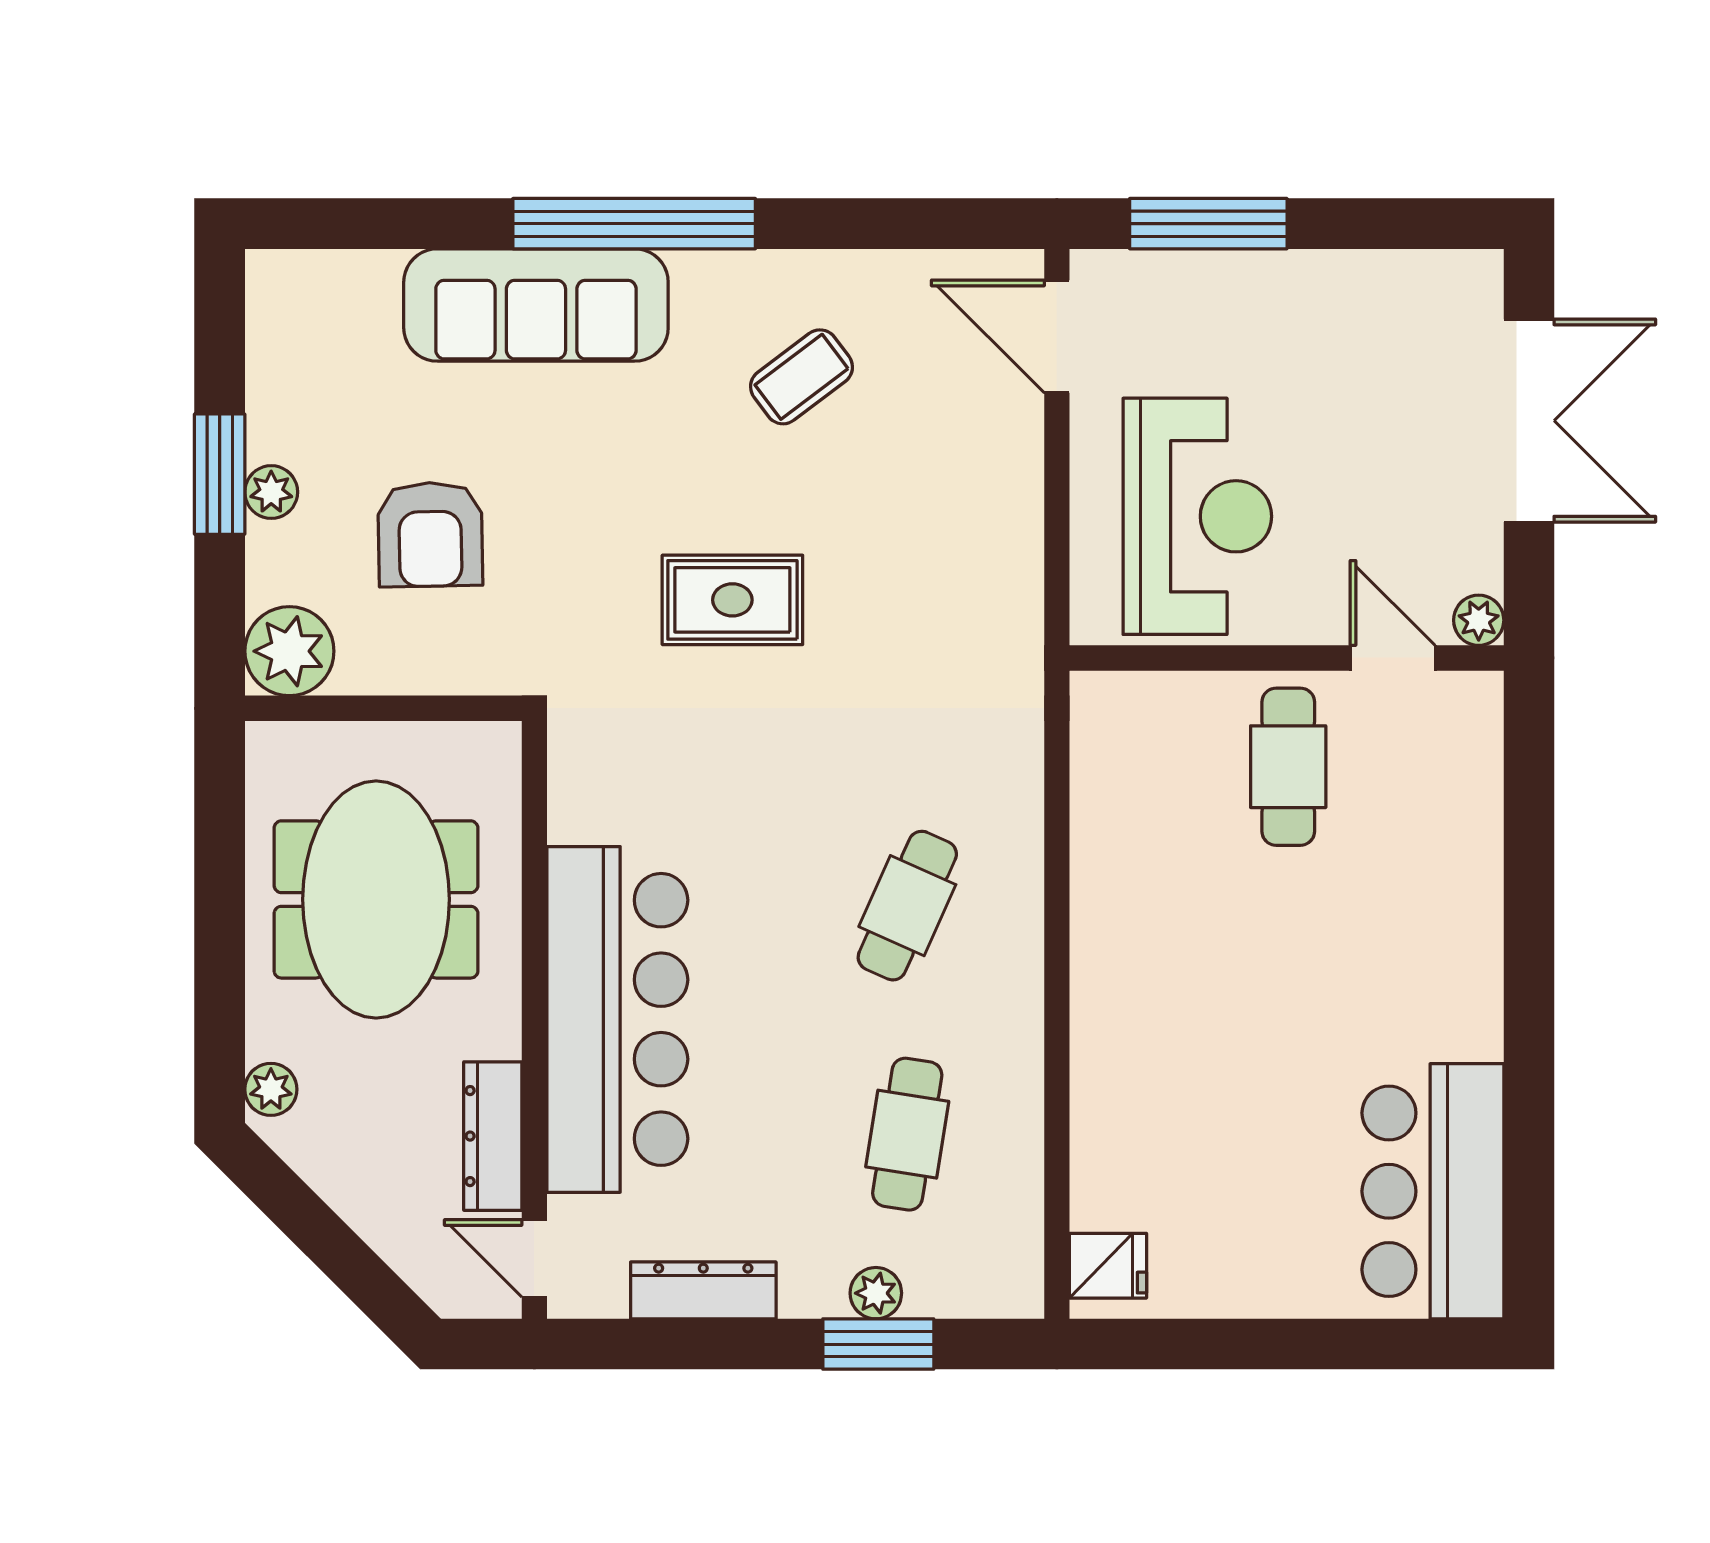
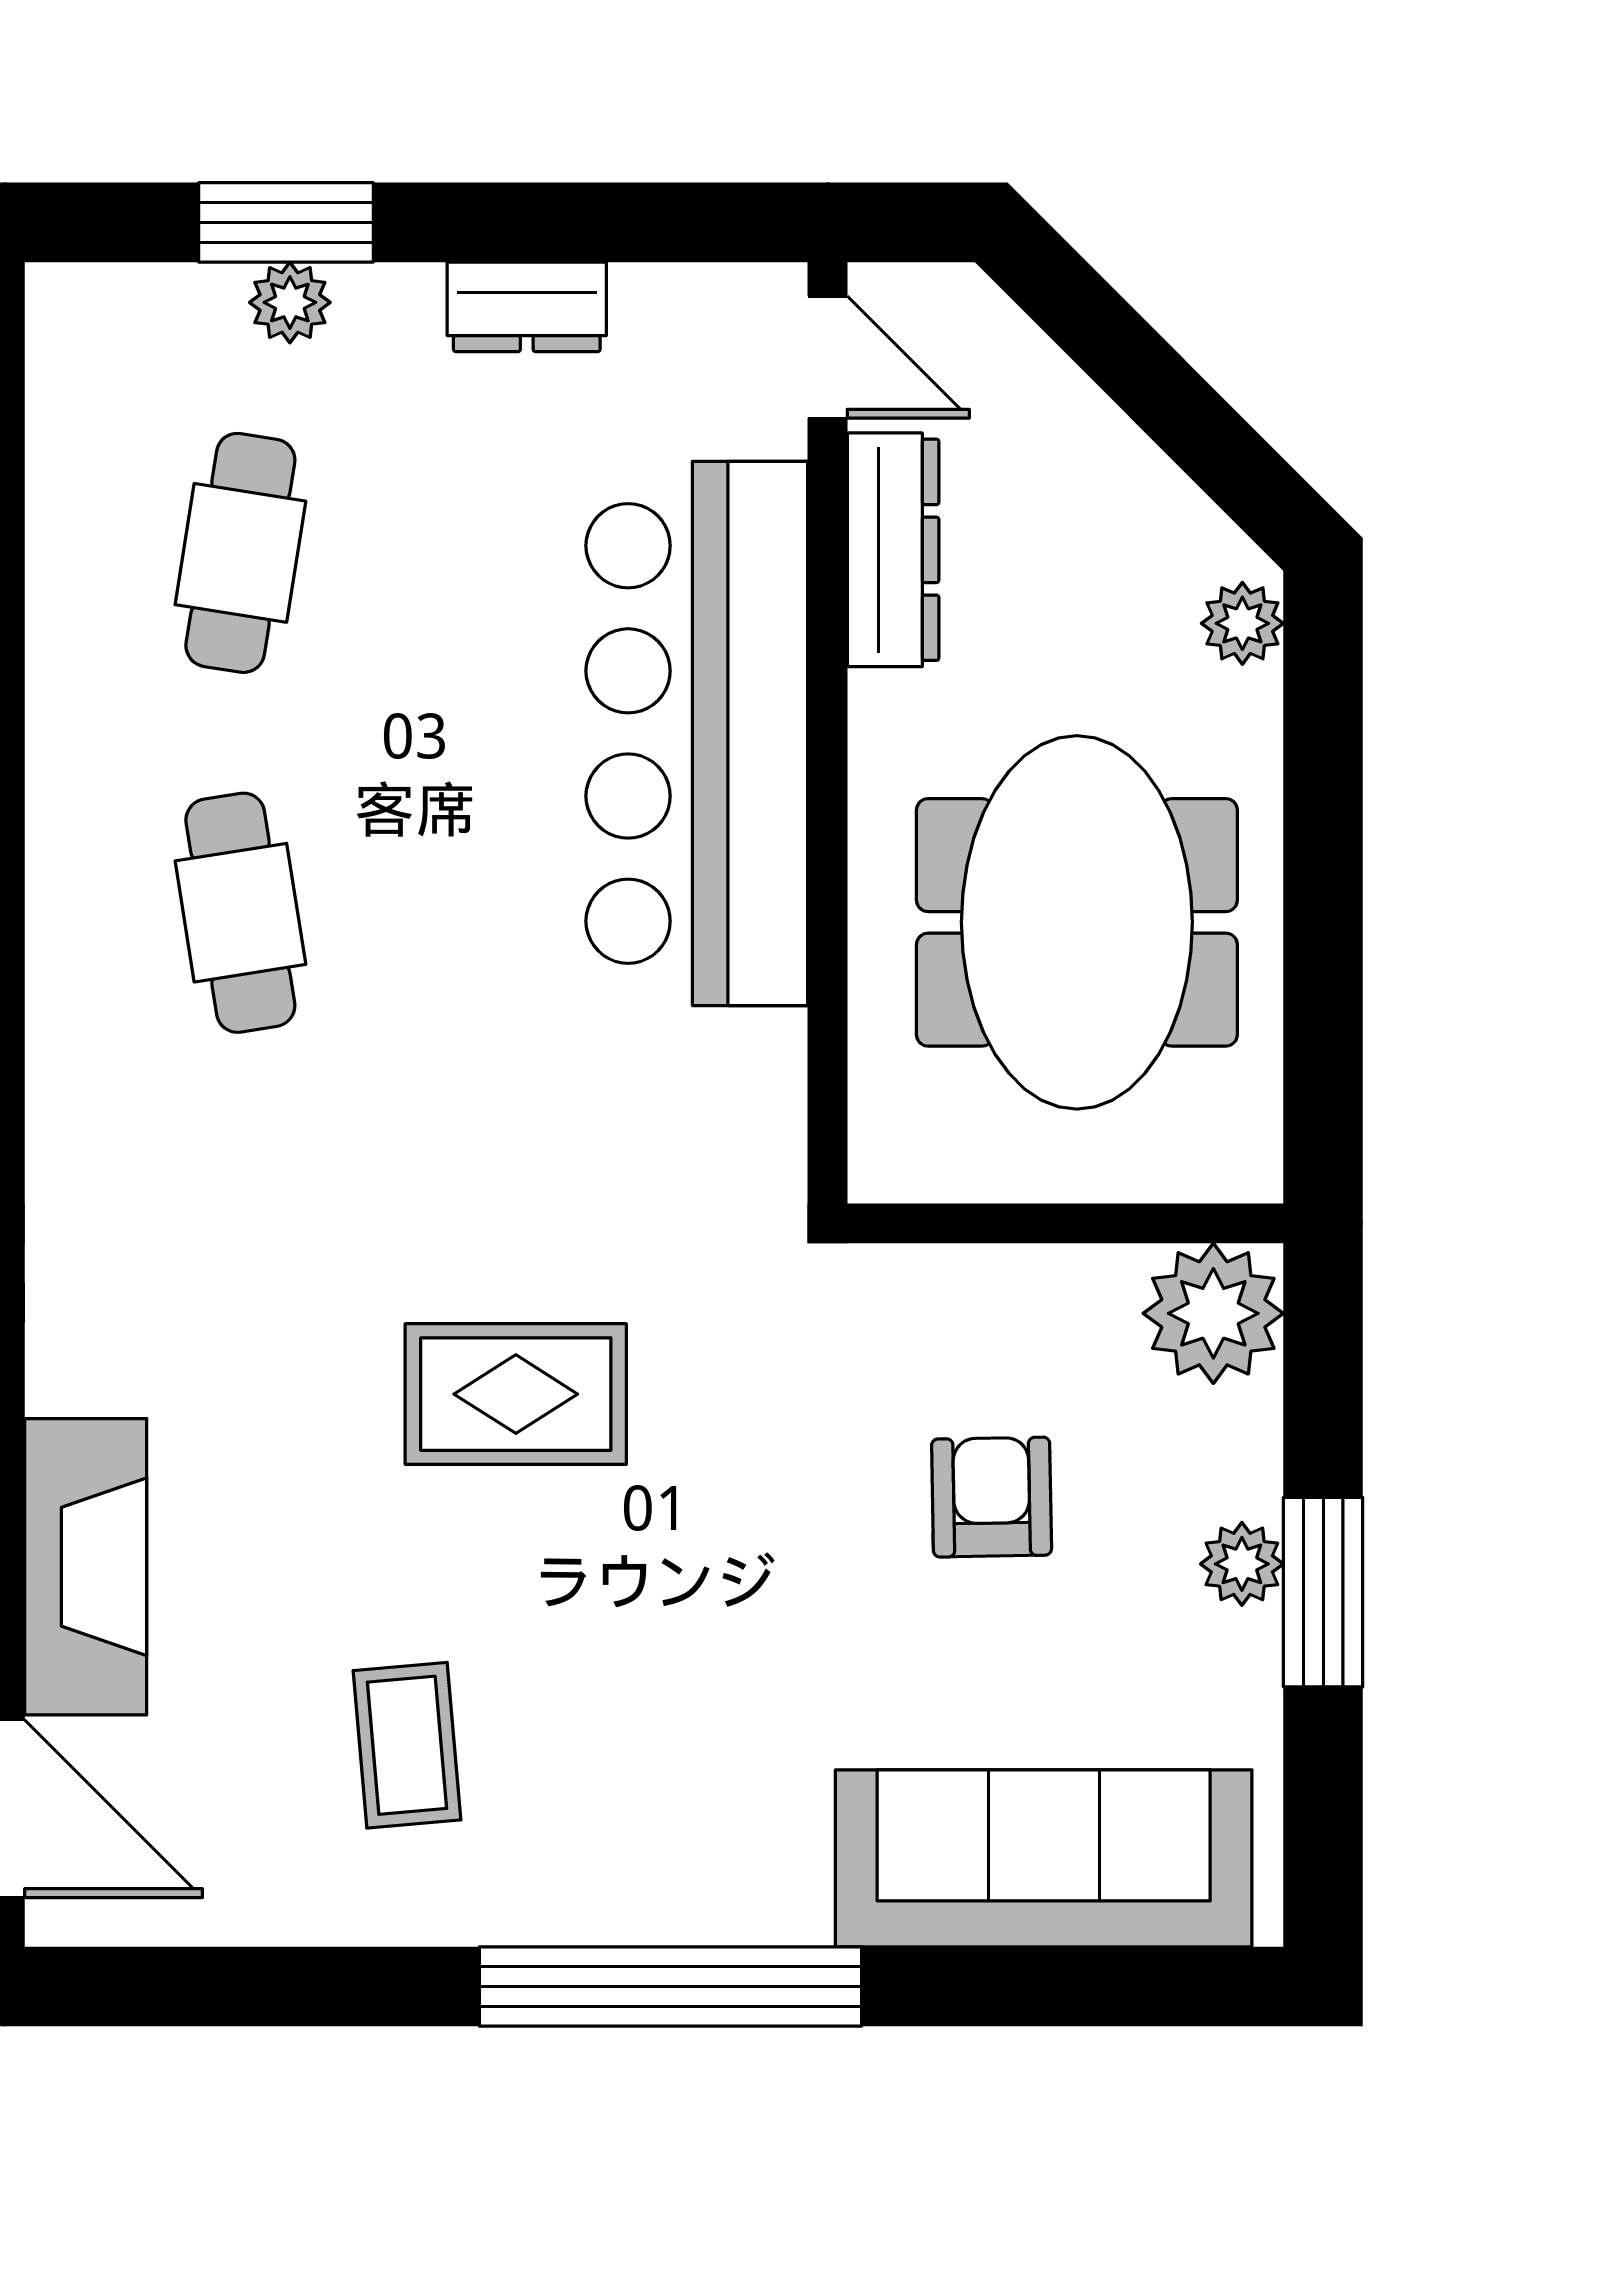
sofa: (536, 305) -> (1044, 1858), moved
coffee table: (802, 377) -> (407, 1745), turned -58
fireplace: (1006, 490) -> (86, 1567), added
armchair: (430, 534) -> (992, 1497), width x0.72, depth x0.72
cafe table: (907, 906) -> (240, 913), turned -33
dresser: (703, 1290) -> (527, 307), width x0.70

